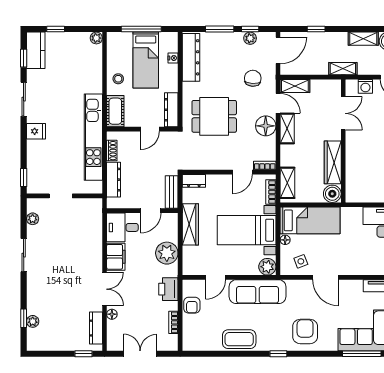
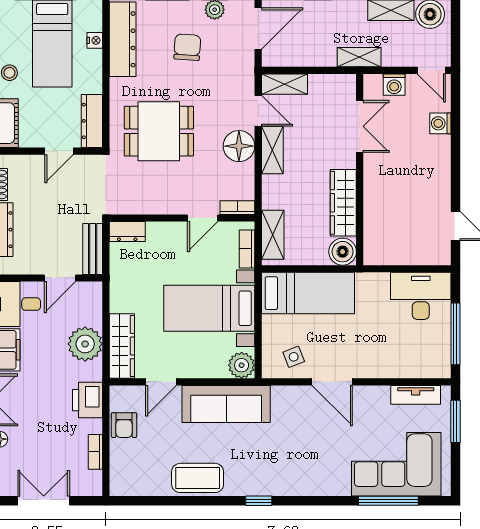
chair: (253, 78) -> (187, 47), moved
wardrobe: (190, 224) -> (122, 346), moved
floor lamp: (285, 240) -> (269, 323), removed
armchair: (305, 331) -> (300, 466), removed

